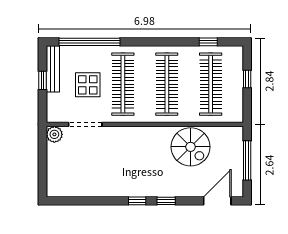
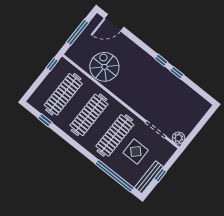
window: (247, 79) -> (52, 64), moved
window: (166, 201) -> (177, 73), moved

